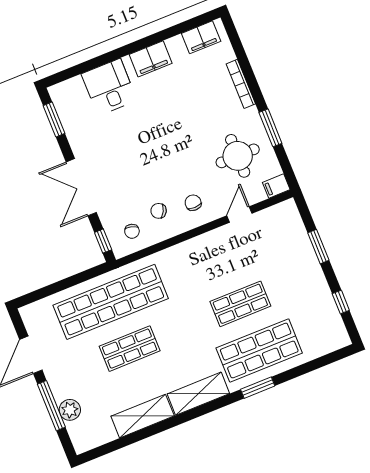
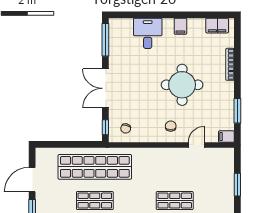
filing cabinet: (151, 59) -> (180, 26), width x0.50
window: (54, 120) -> (105, 40), width x1.44
window: (270, 128) -> (237, 111), moved
round table: (238, 156) -> (182, 85), moved, width x1.36, depth x1.36
chair: (159, 211) -> (147, 122), removed

